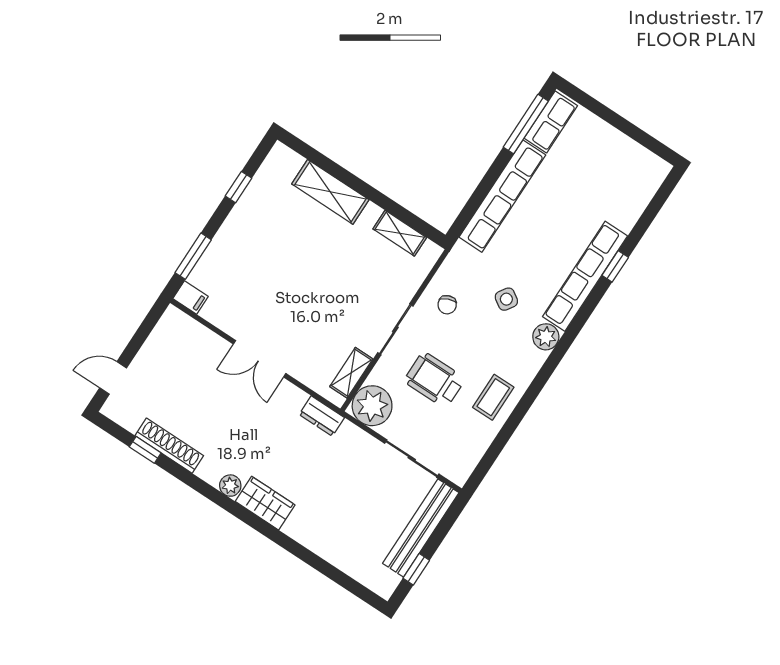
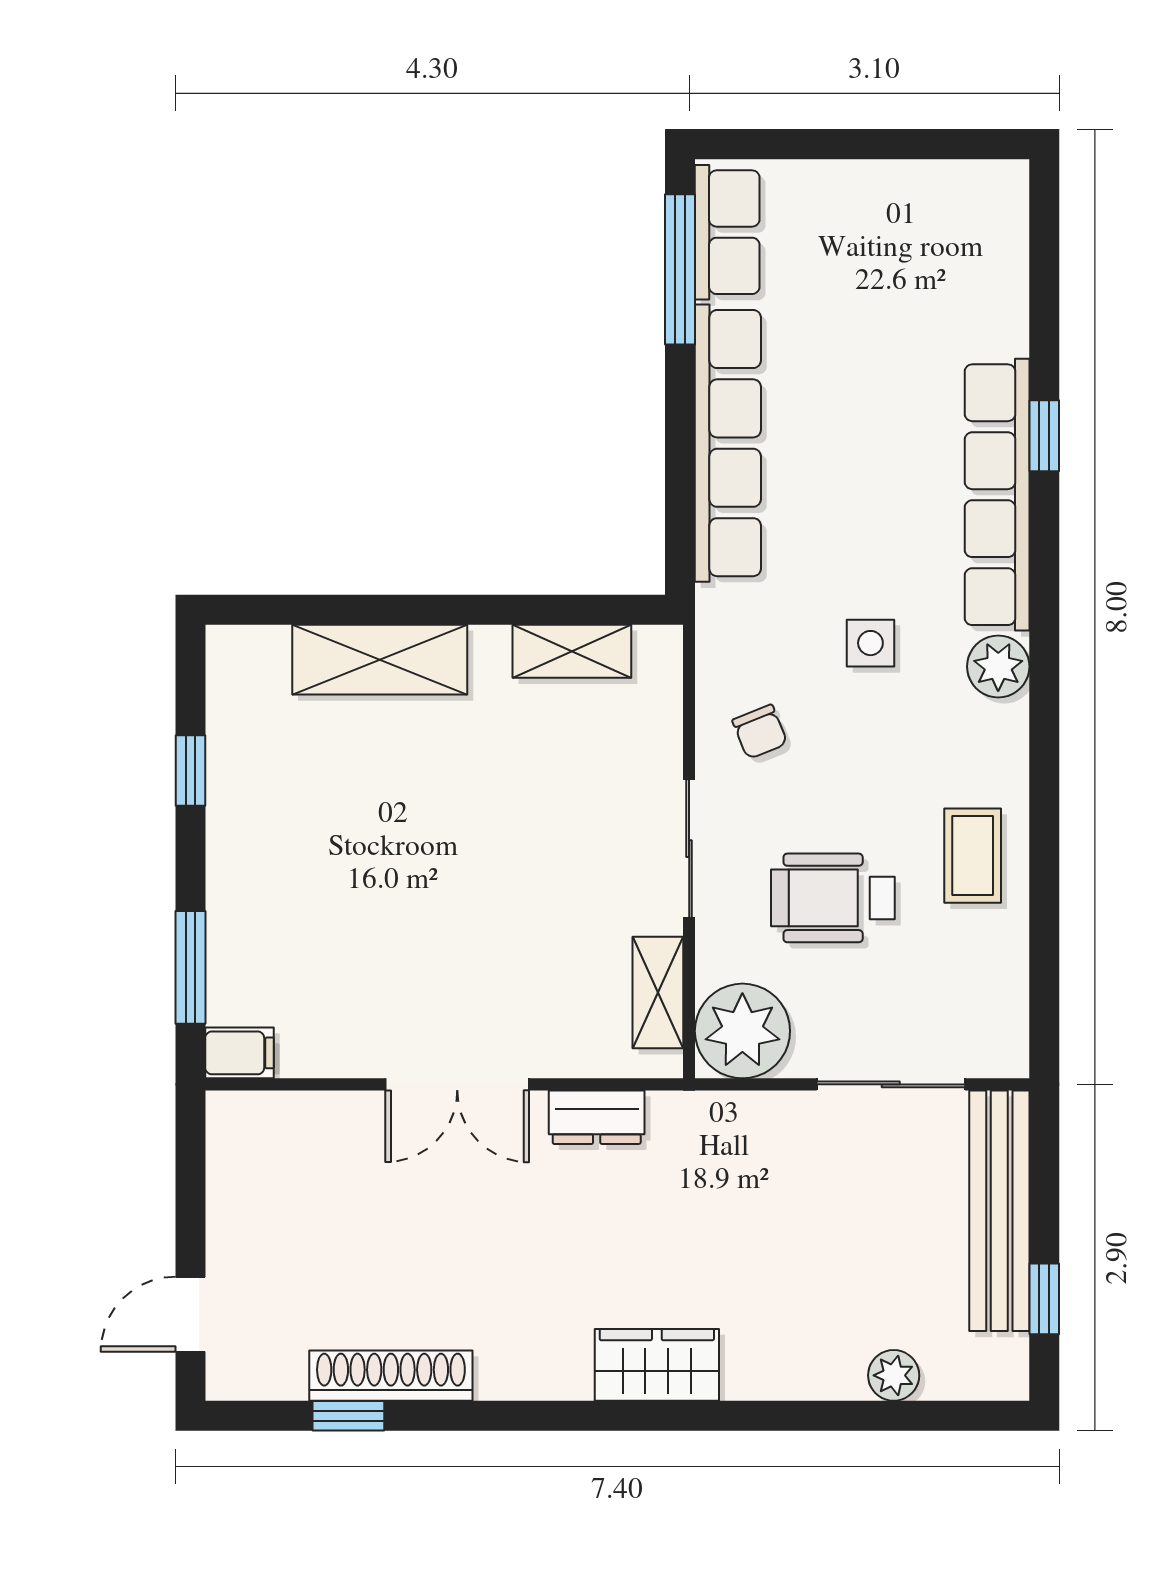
side table: (506, 299) -> (870, 643), turned -34
dresser: (322, 416) -> (597, 1117), moved
plant: (230, 486) -> (894, 1375), moved

